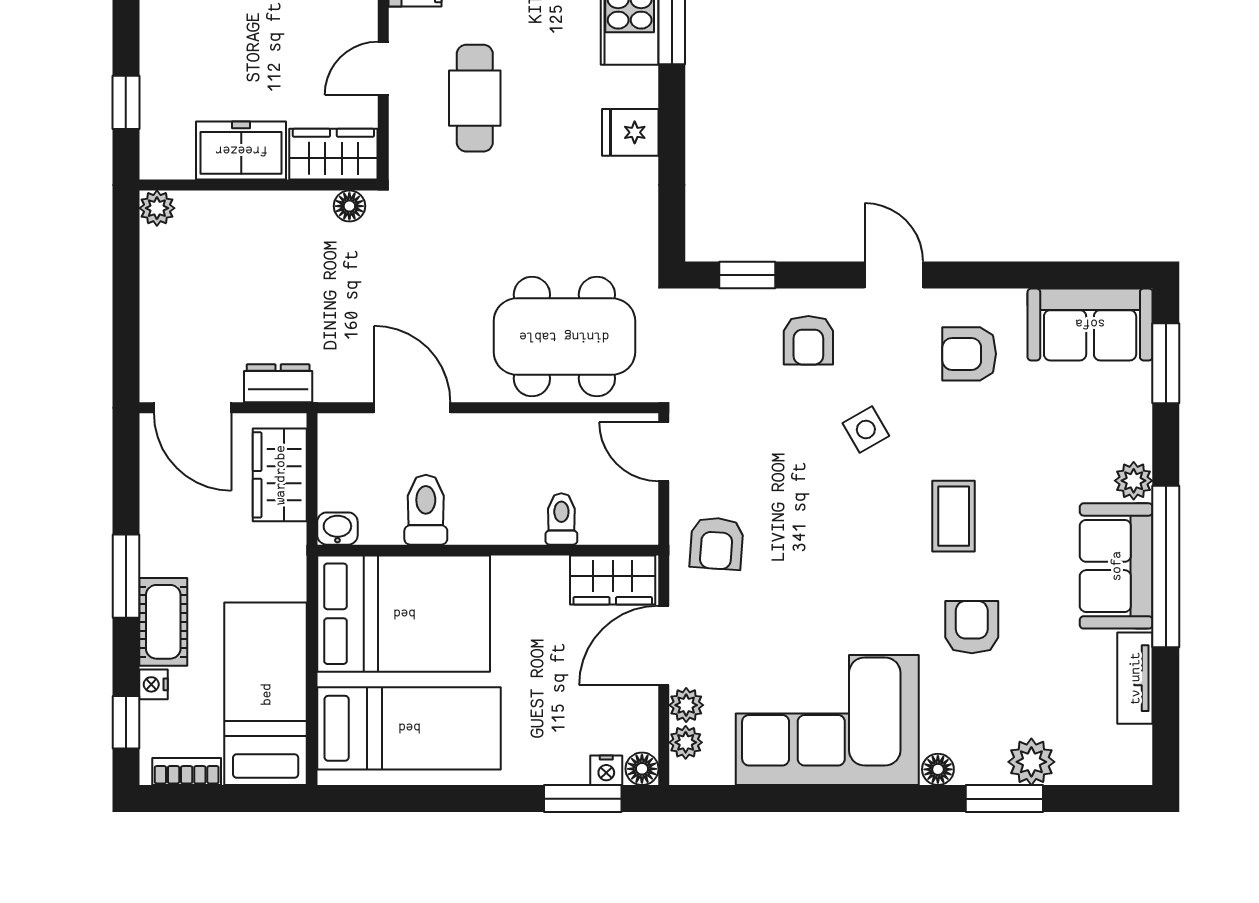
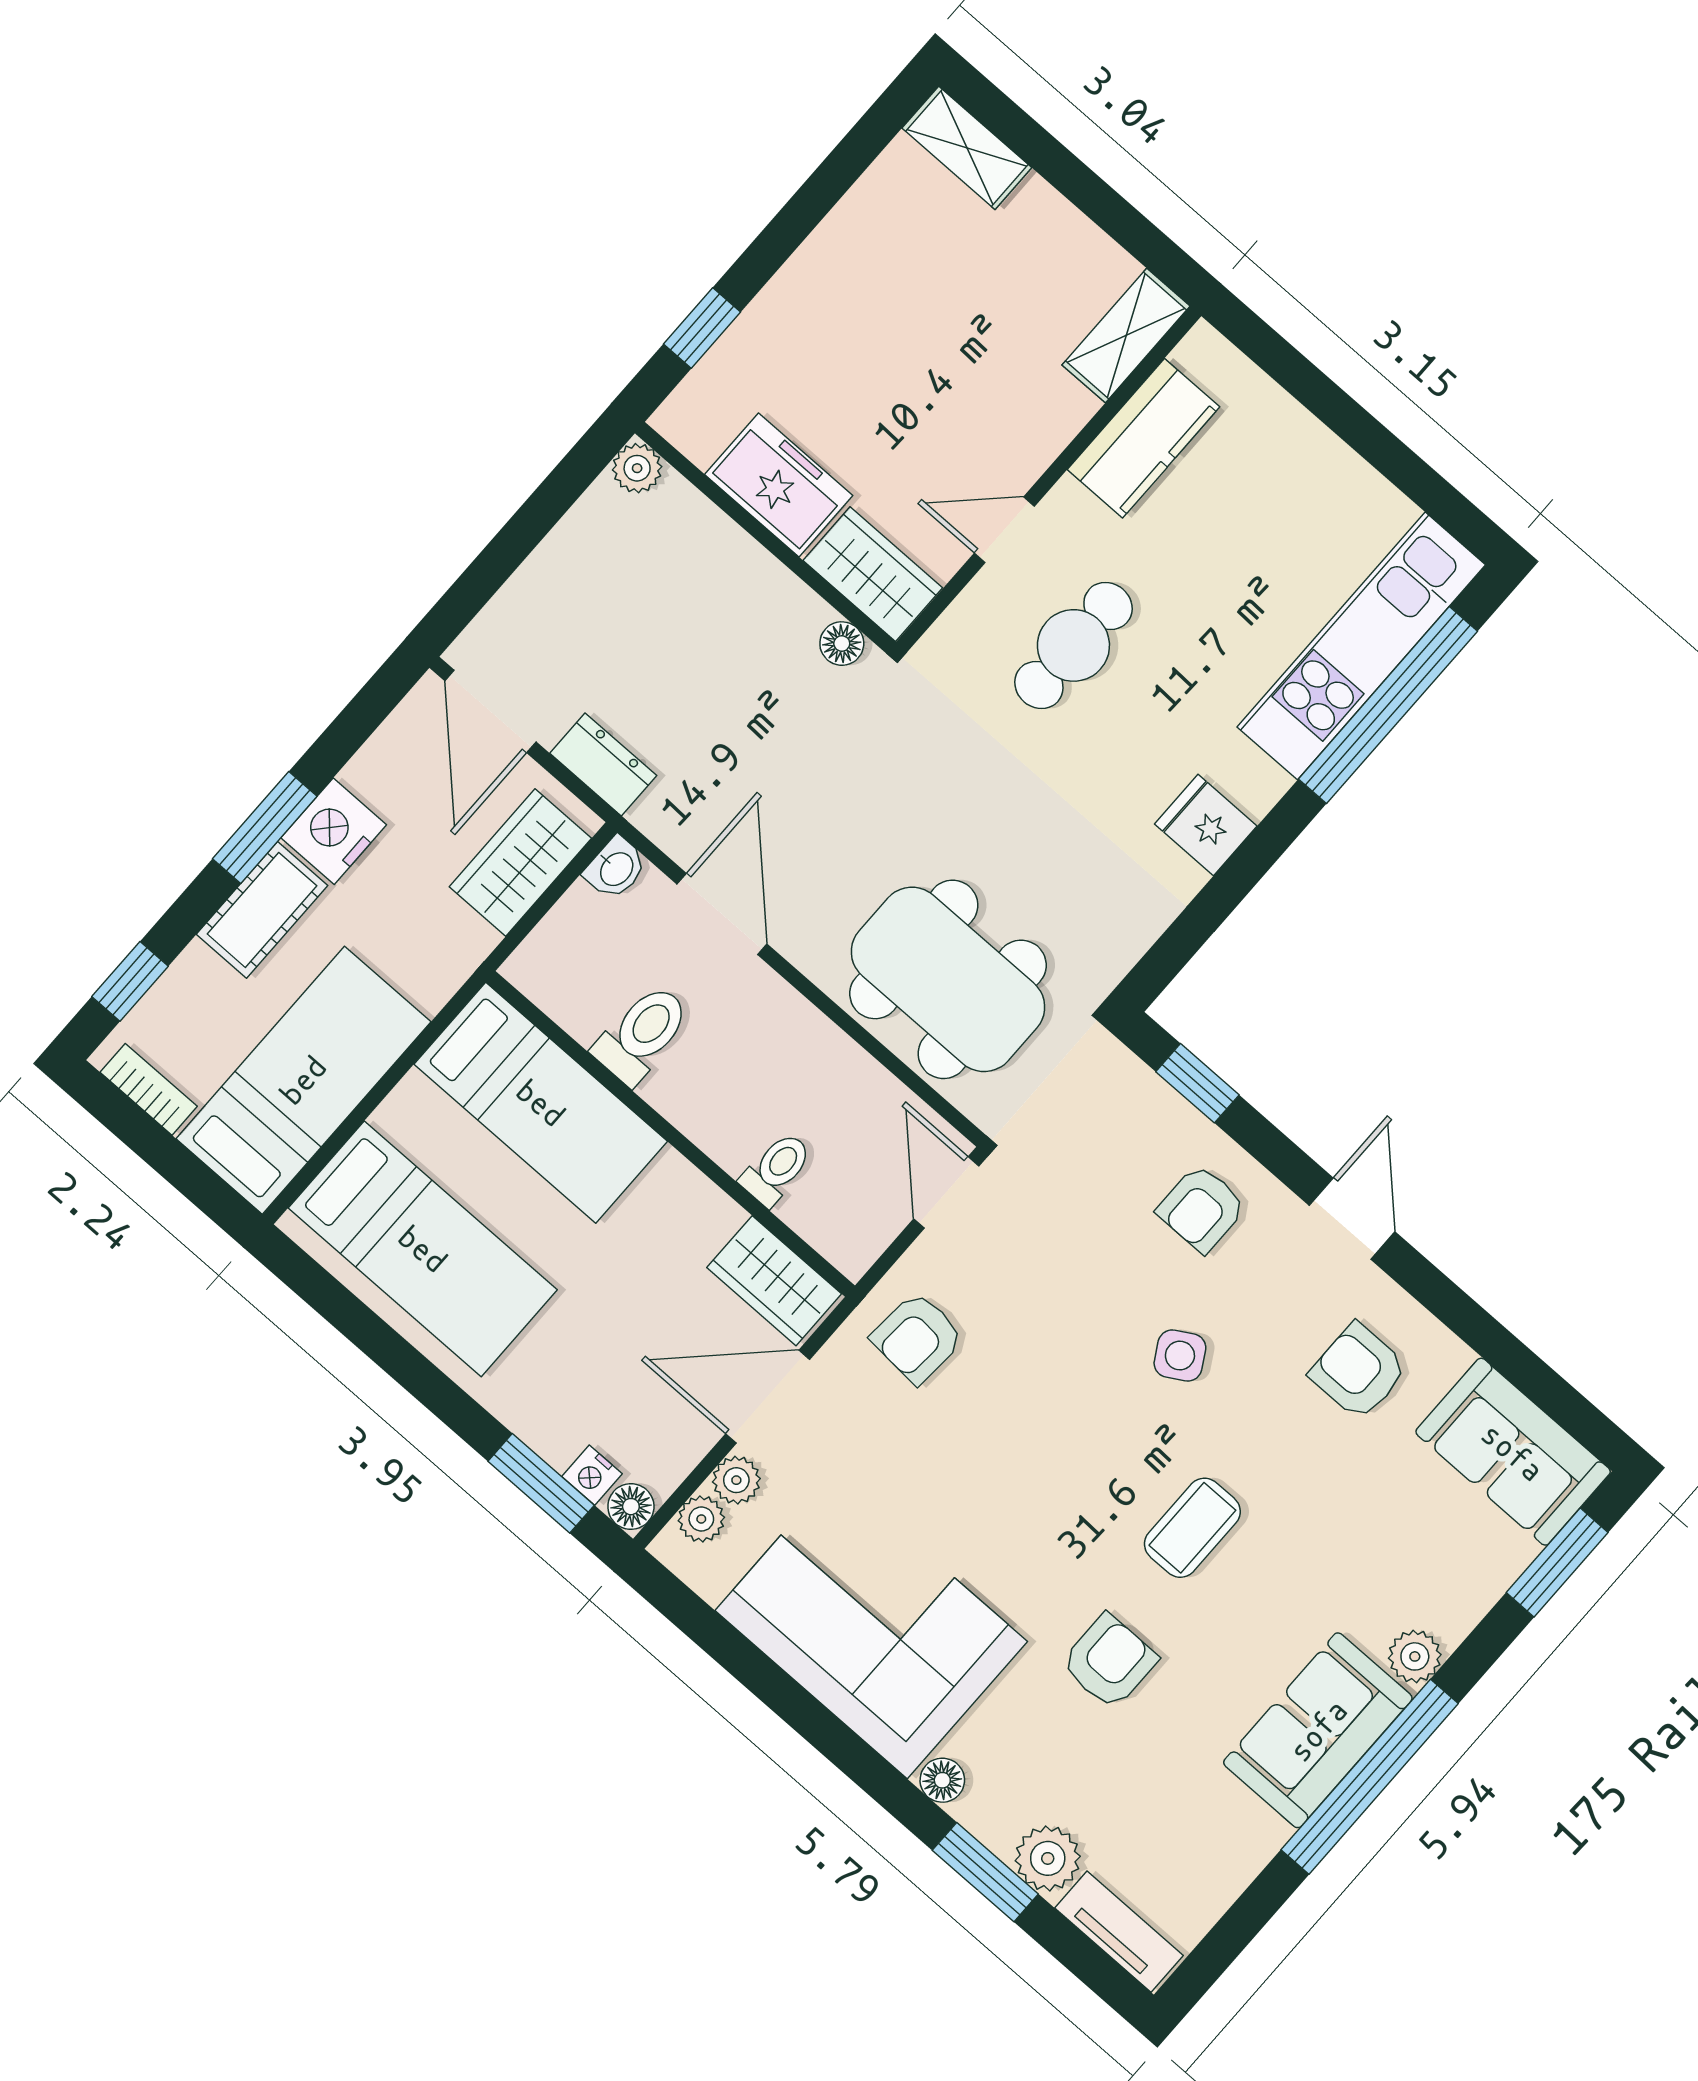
washbasin: (337, 529) -> (616, 868), moved, turned 90
bed: (404, 614) -> (541, 1103), width x0.67
tv unit: (1135, 678) -> (1119, 1932), moved, turned 90
nightstand: (153, 684) -> (334, 831), moved, width x1.89, depth x1.79

